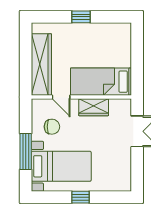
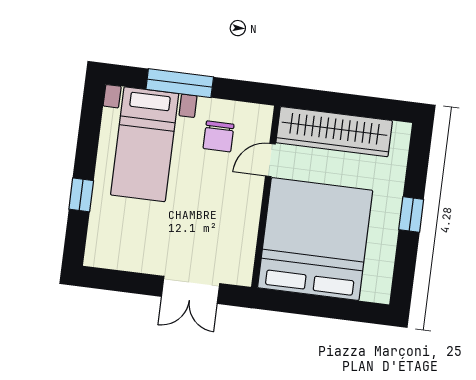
bed: (101, 82) -> (315, 239), width x2.04
wardrobe: (94, 107) -> (244, 217), removed
window: (81, 197) -> (81, 195), moved

